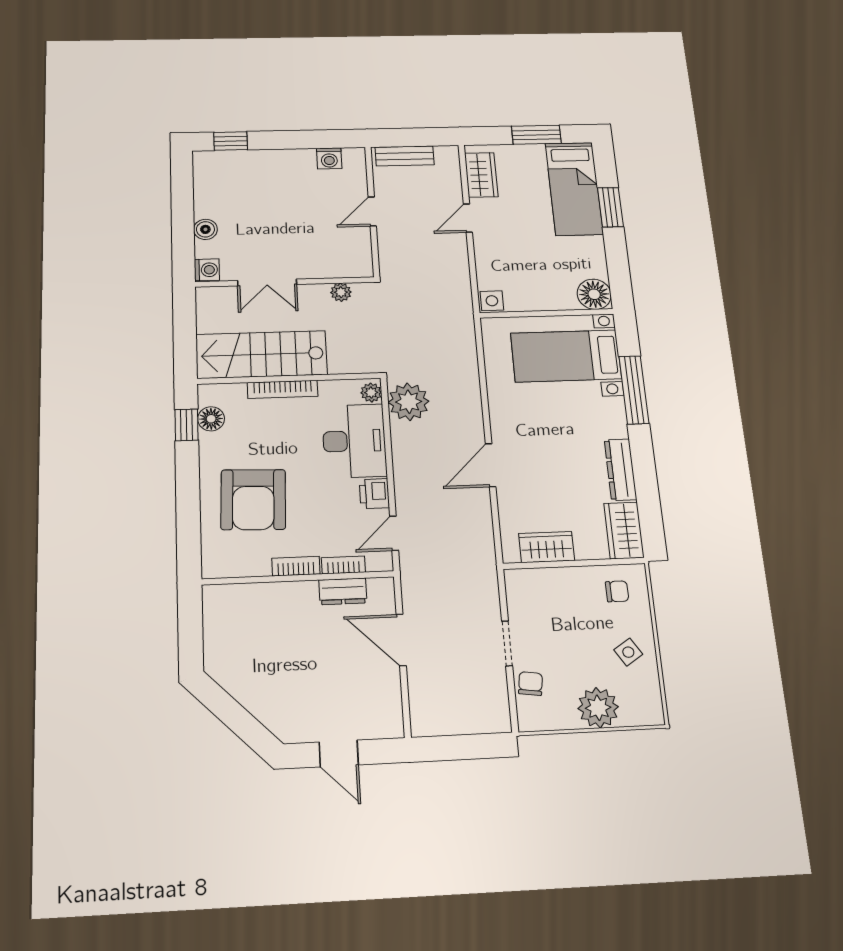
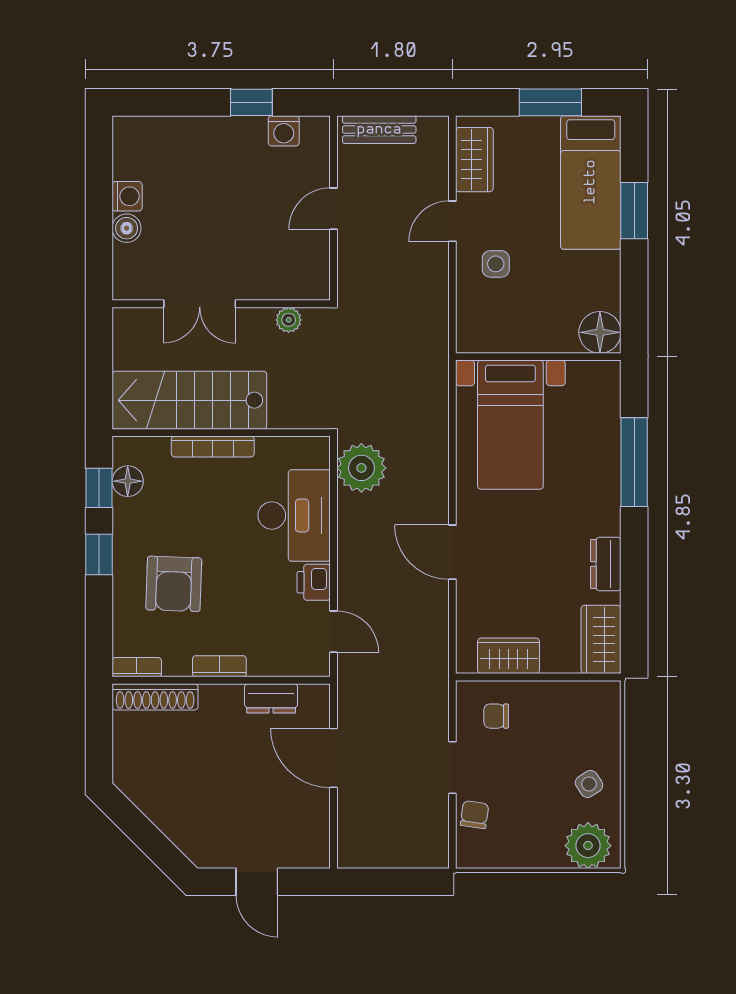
window: (231, 141) -> (251, 102), moved
washing machine: (207, 270) -> (127, 196), moved
side table: (492, 301) -> (496, 264), moved
bed with nightstands: (566, 356) -> (510, 425), moved, turned -90
plant: (371, 393) -> (318, 454), removed
door: (491, 465) -> (452, 552), hinge flipped
dresser: (621, 470) -> (606, 564), width x0.70
window: (188, 478) -> (99, 554), added
armchair: (253, 500) -> (174, 584), width x0.73, depth x0.73
door: (394, 533) -> (334, 632), swing flipped
bookcase: (343, 565) -> (137, 667), moved
chair: (617, 591) -> (496, 716), moved, turned 180
shoe rack: (240, 594) -> (155, 697), added
plant: (598, 708) -> (588, 846), moved

